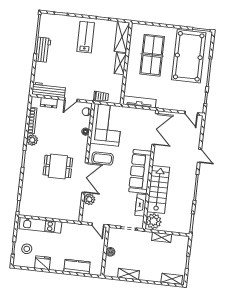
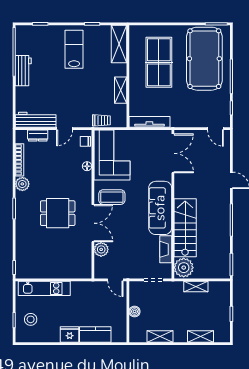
shelving: (120, 64) -> (121, 90), moved
fridge: (43, 263) -> (70, 334), moved
shelving: (172, 279) -> (200, 337), moved

